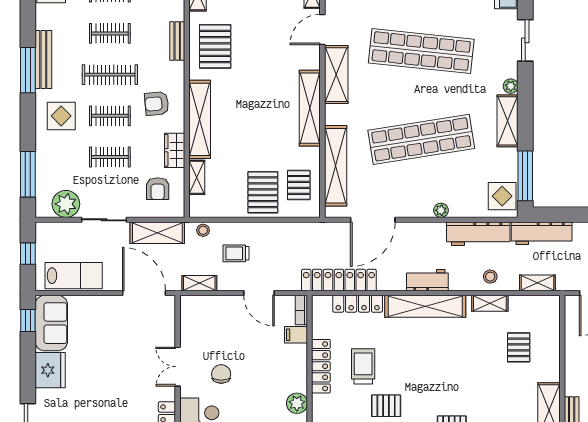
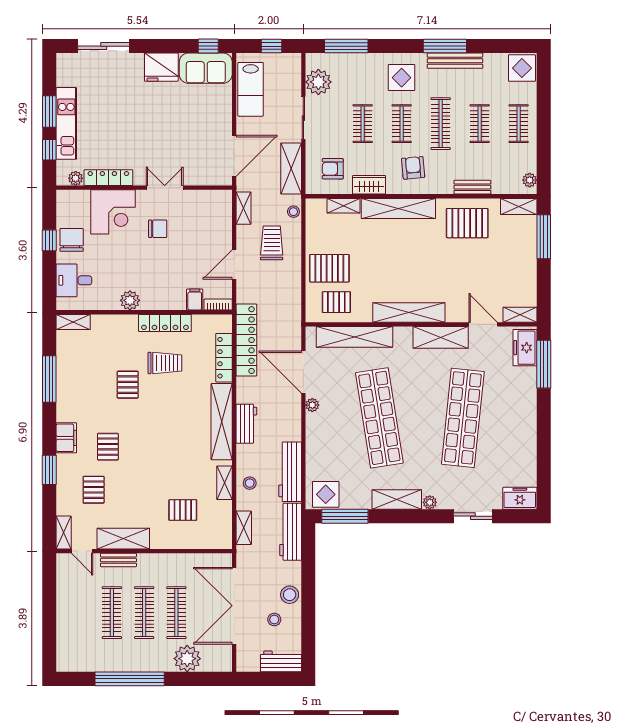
plant: (441, 210) -> (312, 405), moved
trolley: (236, 253) -> (272, 243), width x1.36, depth x1.39

